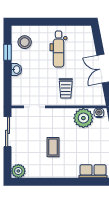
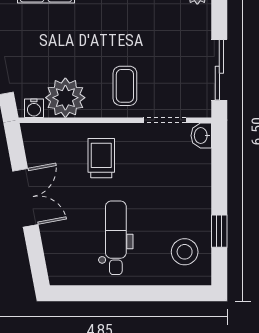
washbasin: (16, 70) -> (201, 136), moved
coffee table: (53, 147) -> (125, 86), moved

